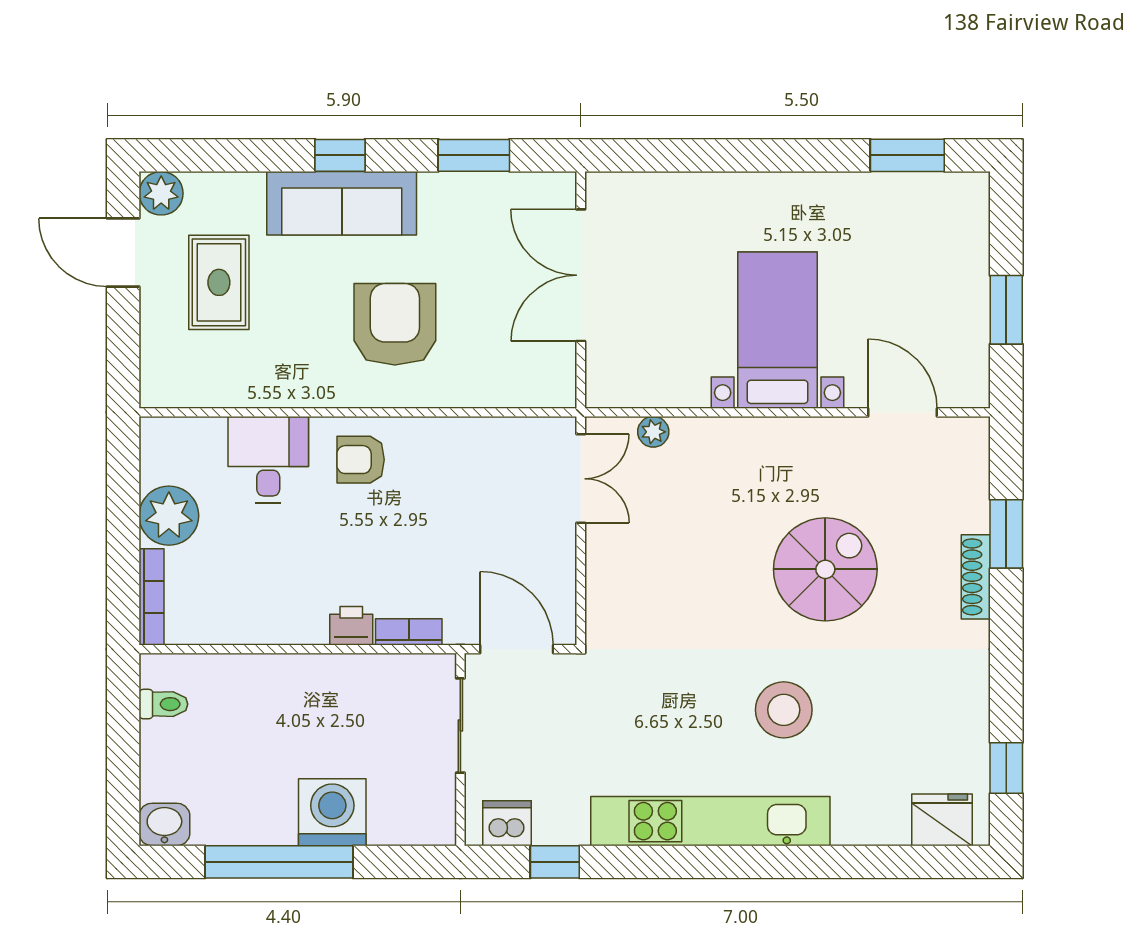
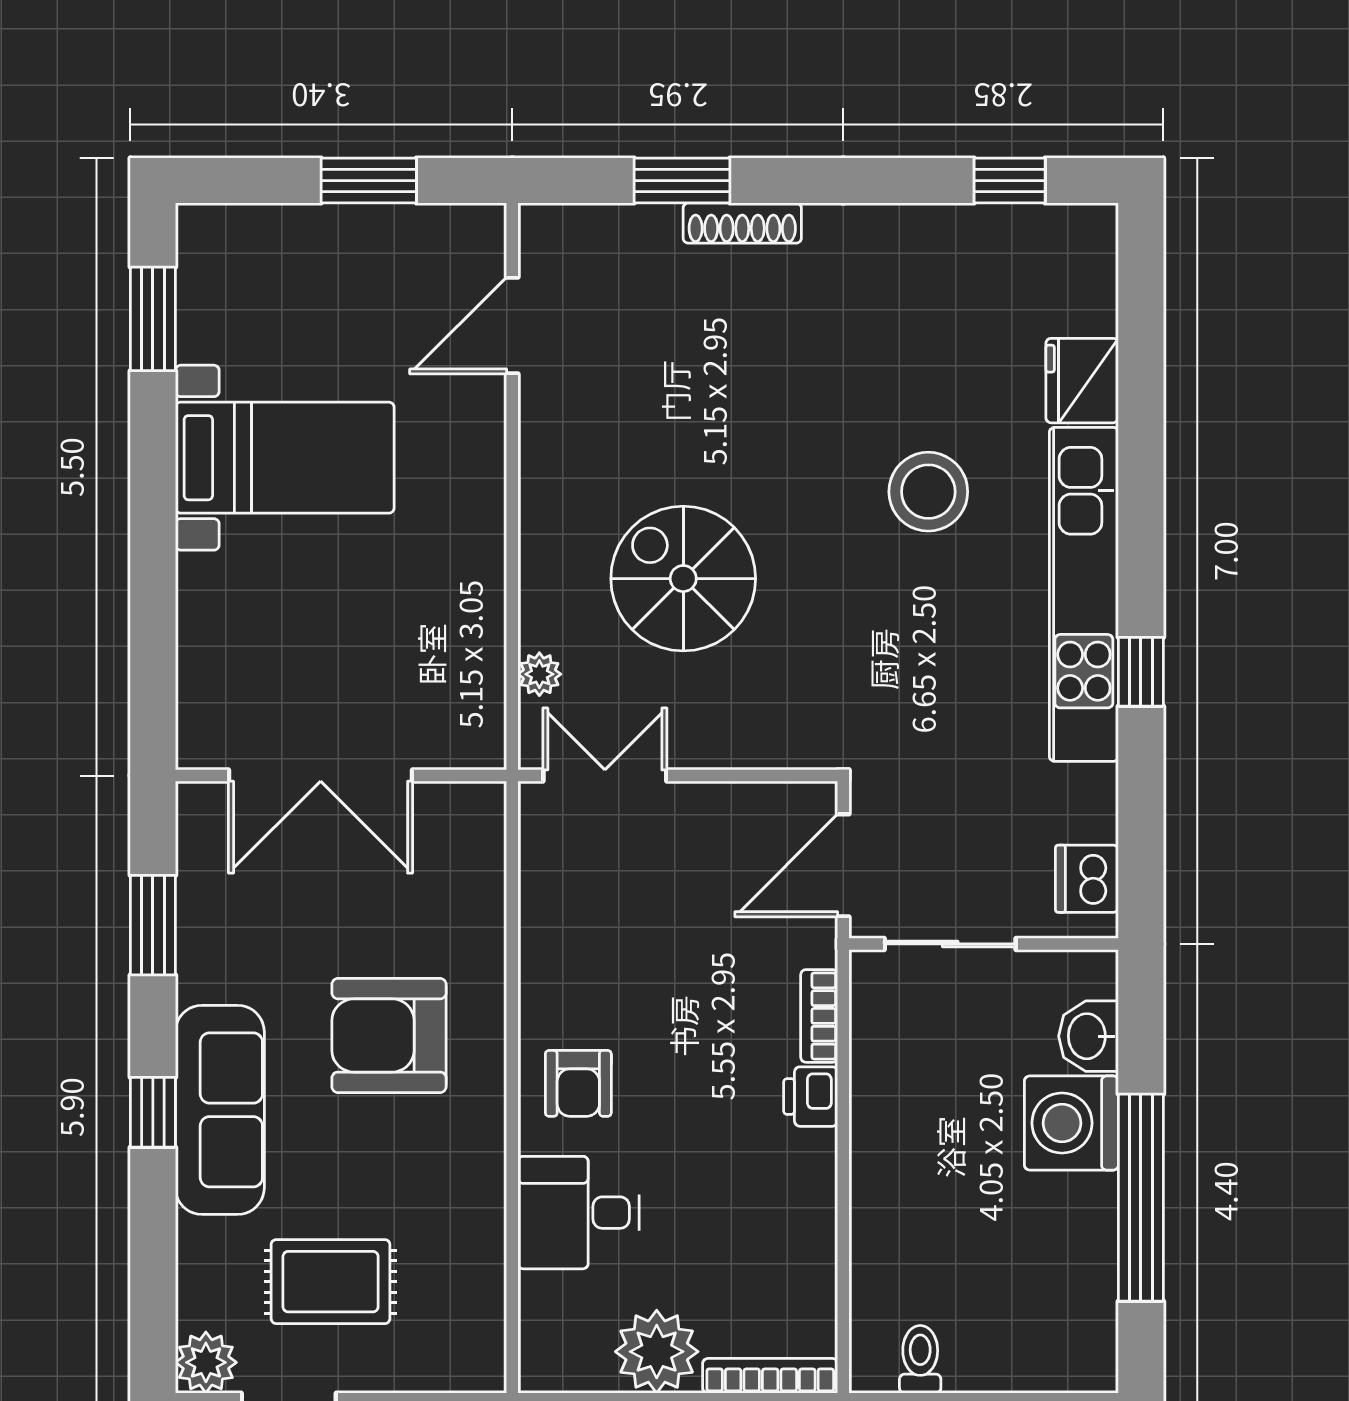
bed with nightstands: (777, 330) -> (285, 458), moved, turned 180
spiral stairs: (825, 569) -> (683, 579), moved
fridge: (942, 820) -> (1082, 381), moved
washbasin: (164, 824) -> (1089, 1036), moved
window: (555, 862) -> (1141, 672), moved

